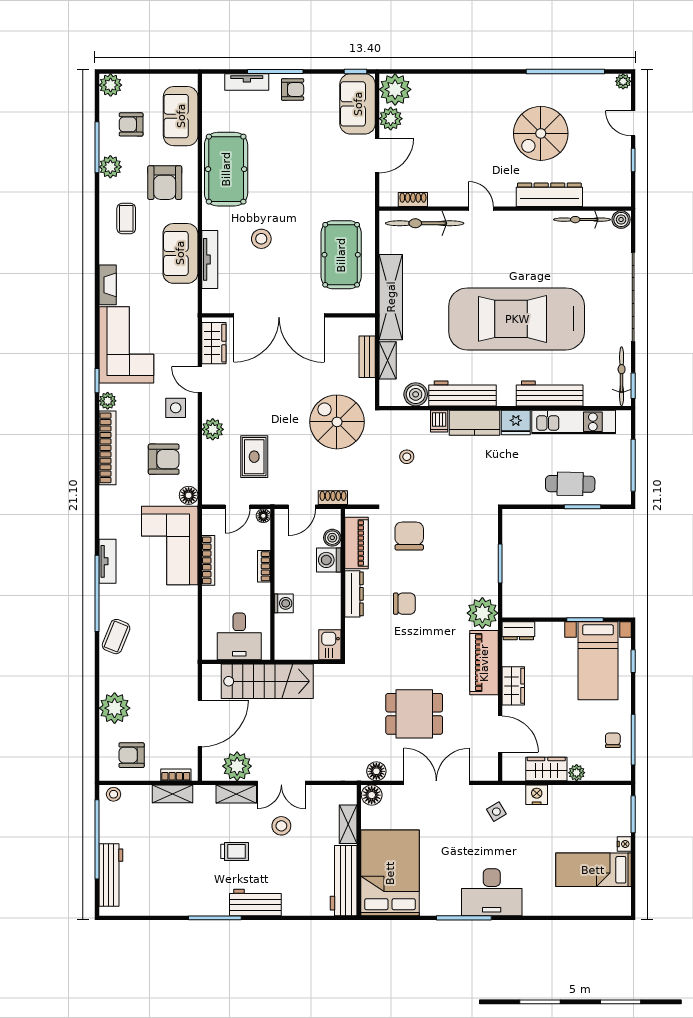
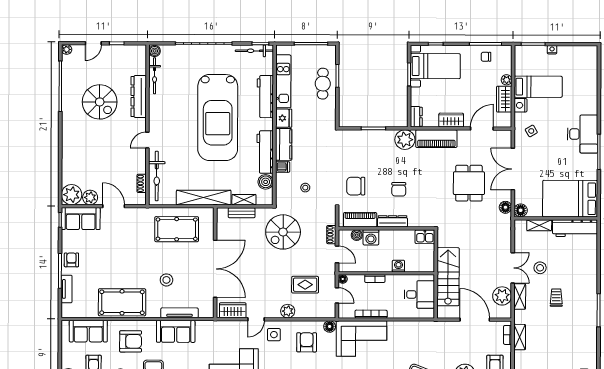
chair: (404, 604) -> (399, 189), turned 180
bed: (593, 870) -> (538, 87), moved, turned -90
workbench: (255, 903) -> (589, 284), removed

